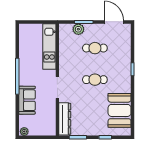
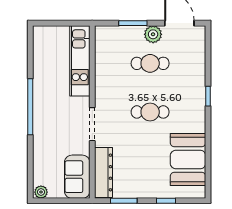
plant: (78, 29) -> (153, 34), moved
sofa: (27, 100) -> (77, 177), moved, turned 180

